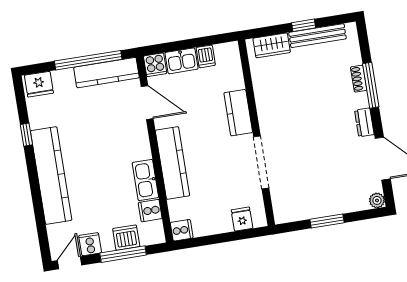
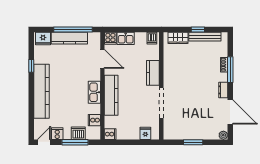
dishwasher: (206, 56) -> (152, 38), moved
kitchen counter: (106, 73) -> (69, 38), moved
kitchen sink: (145, 180) -> (94, 92), moved

